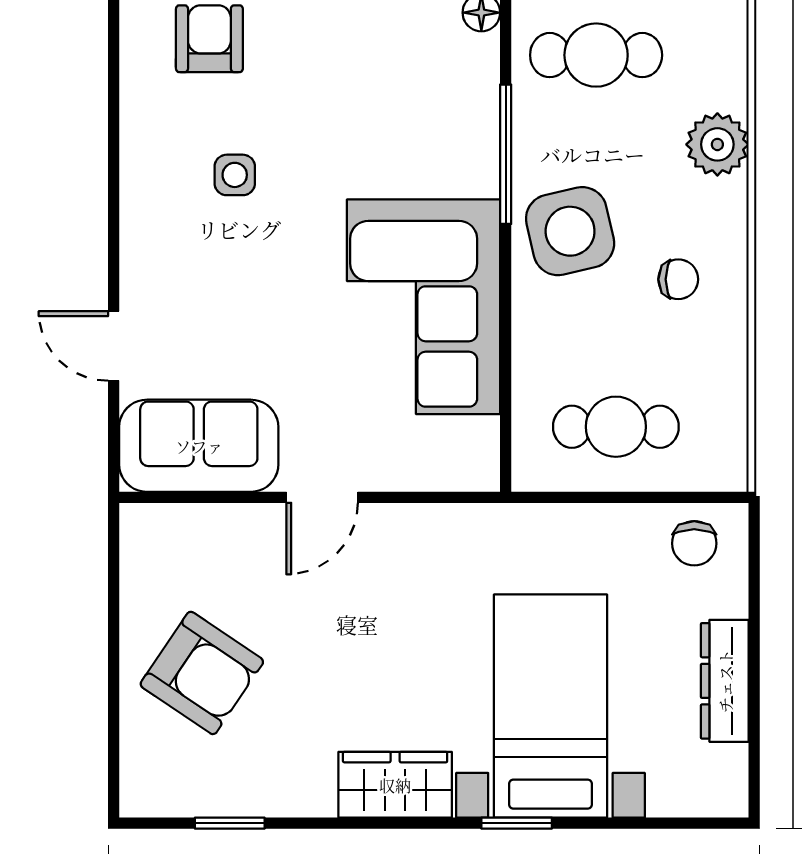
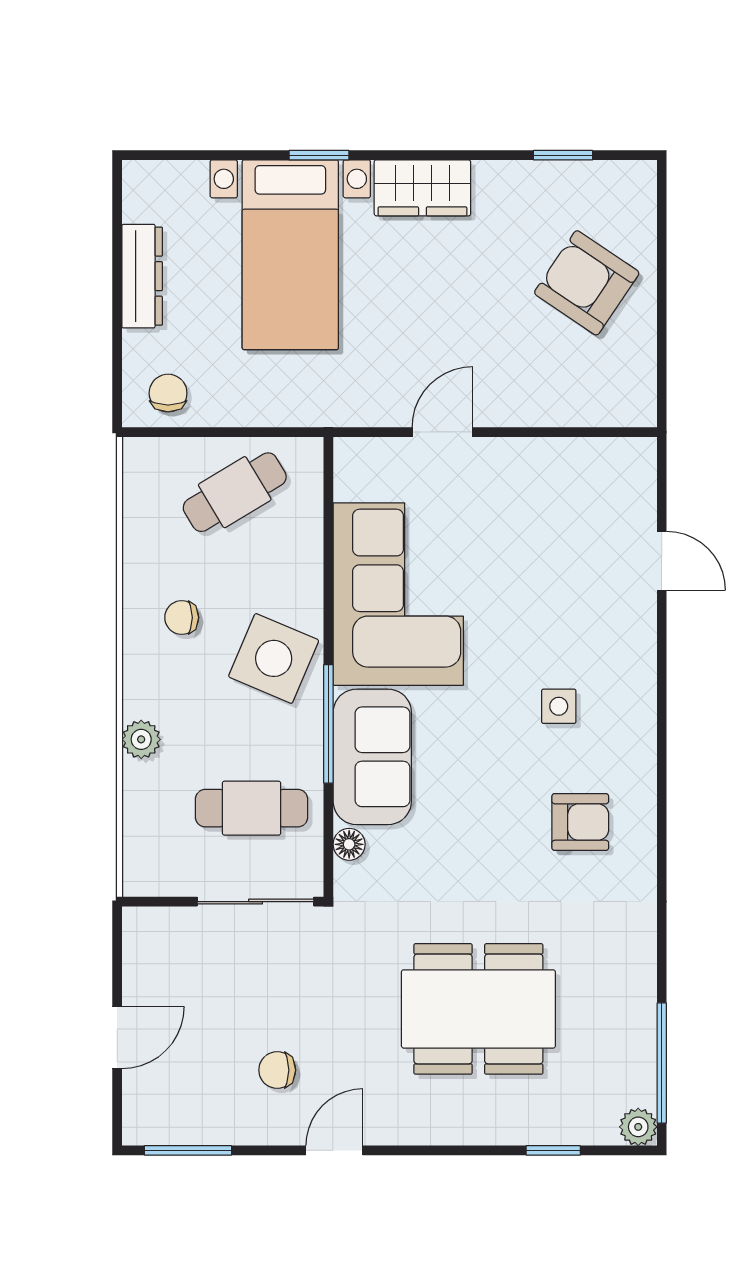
armchair: (209, 39) -> (580, 822), turned -90
plant: (717, 144) -> (141, 739), width x0.73, depth x0.73
side table: (570, 231) -> (274, 658), turned 36
cafe table: (616, 427) -> (235, 492), turned -31
sofa: (199, 446) -> (372, 757), moved, turned -90
door: (322, 497) -> (442, 432), moved

